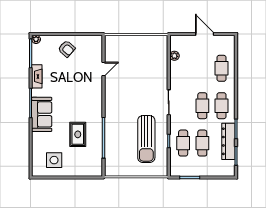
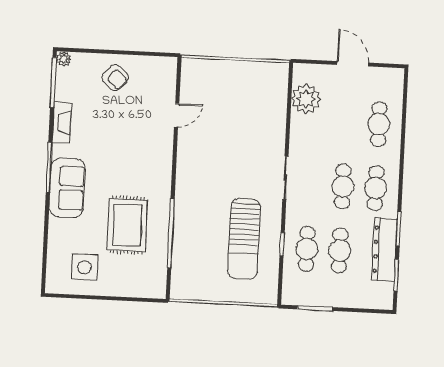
plant: (174, 56) -> (306, 99), width x1.88, depth x1.88
rug: (78, 134) -> (127, 225), width x1.36, depth x1.43

